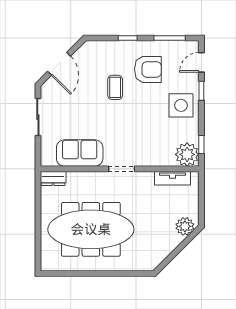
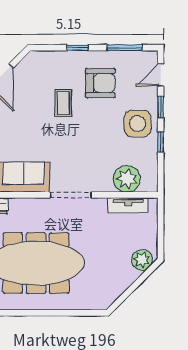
window: (201, 145) -> (161, 142), moved
plant: (187, 154) -> (127, 179), moved
doorway: (122, 169) -> (71, 195), width x1.38

